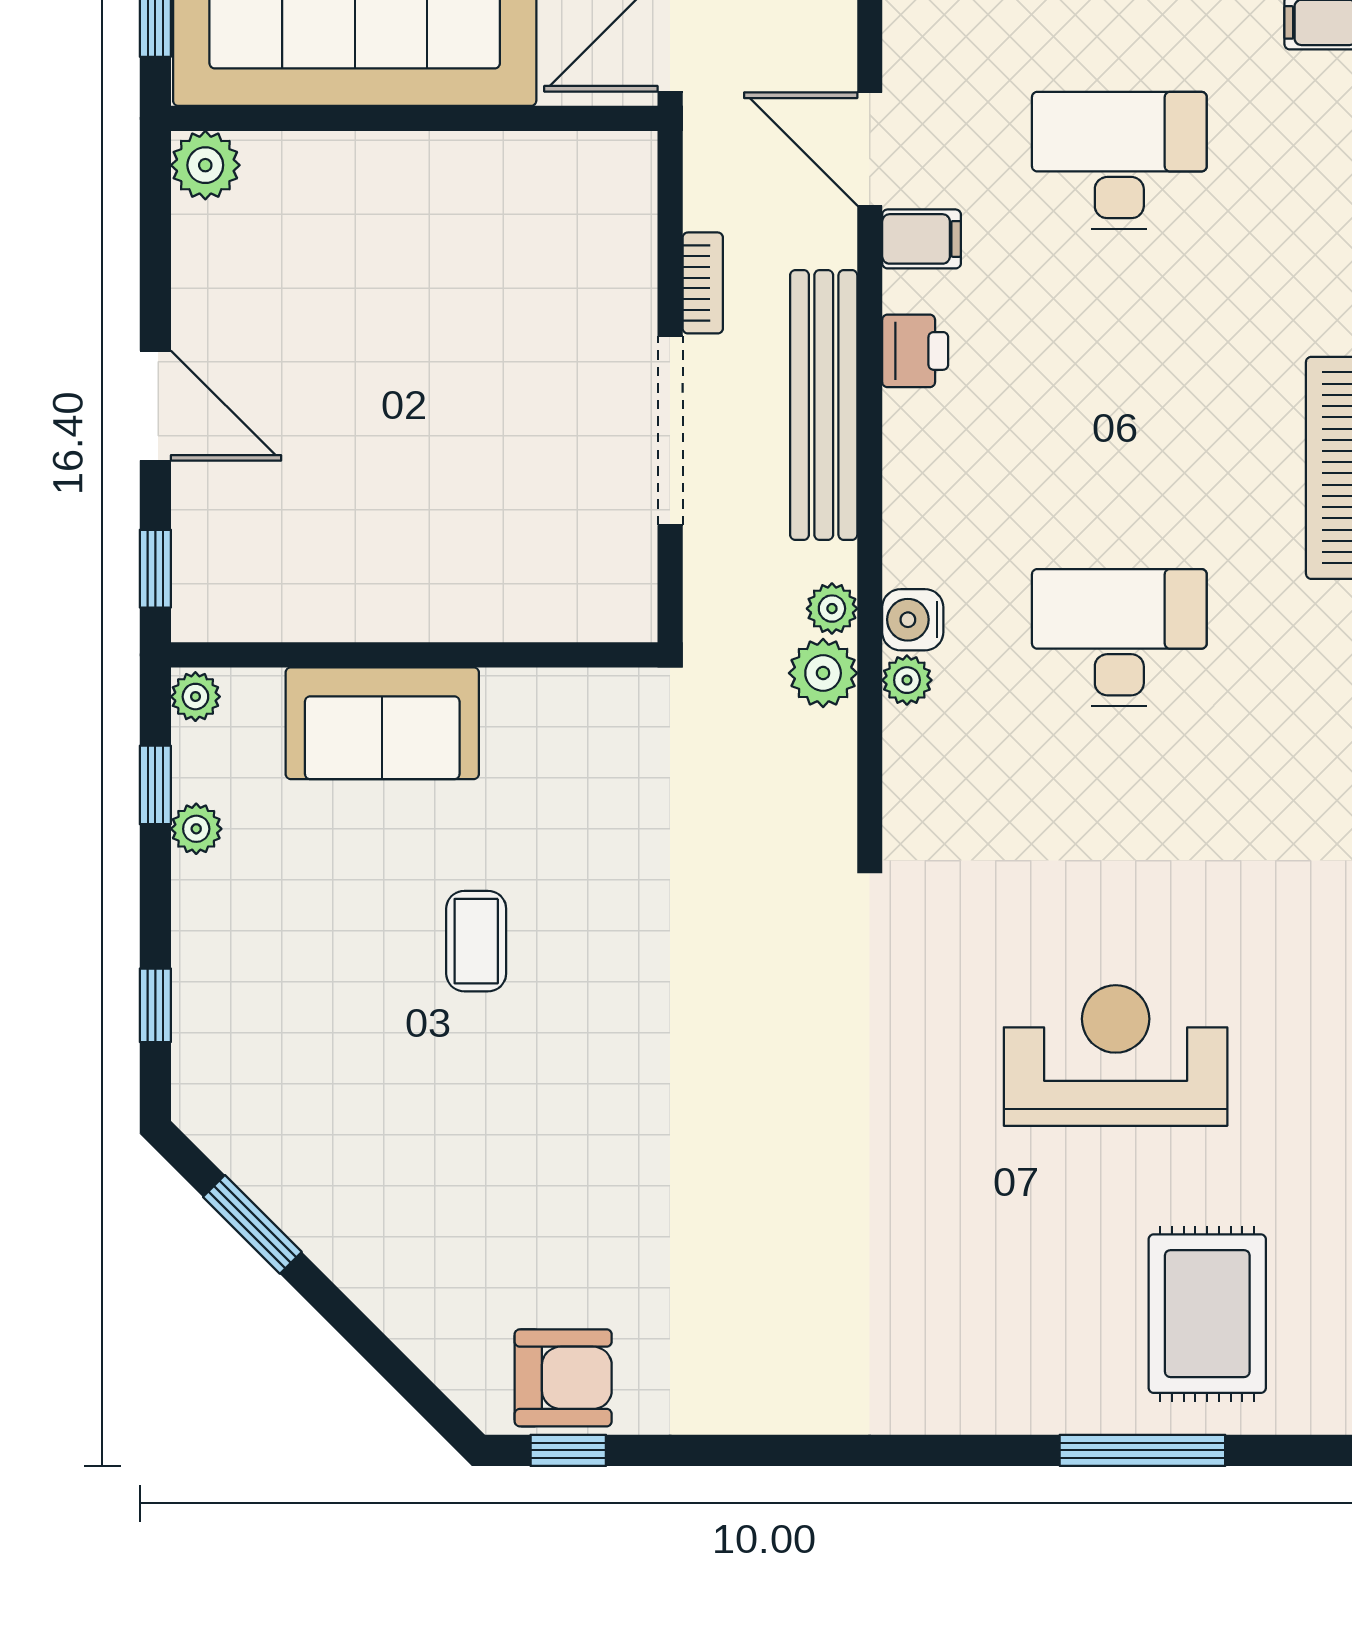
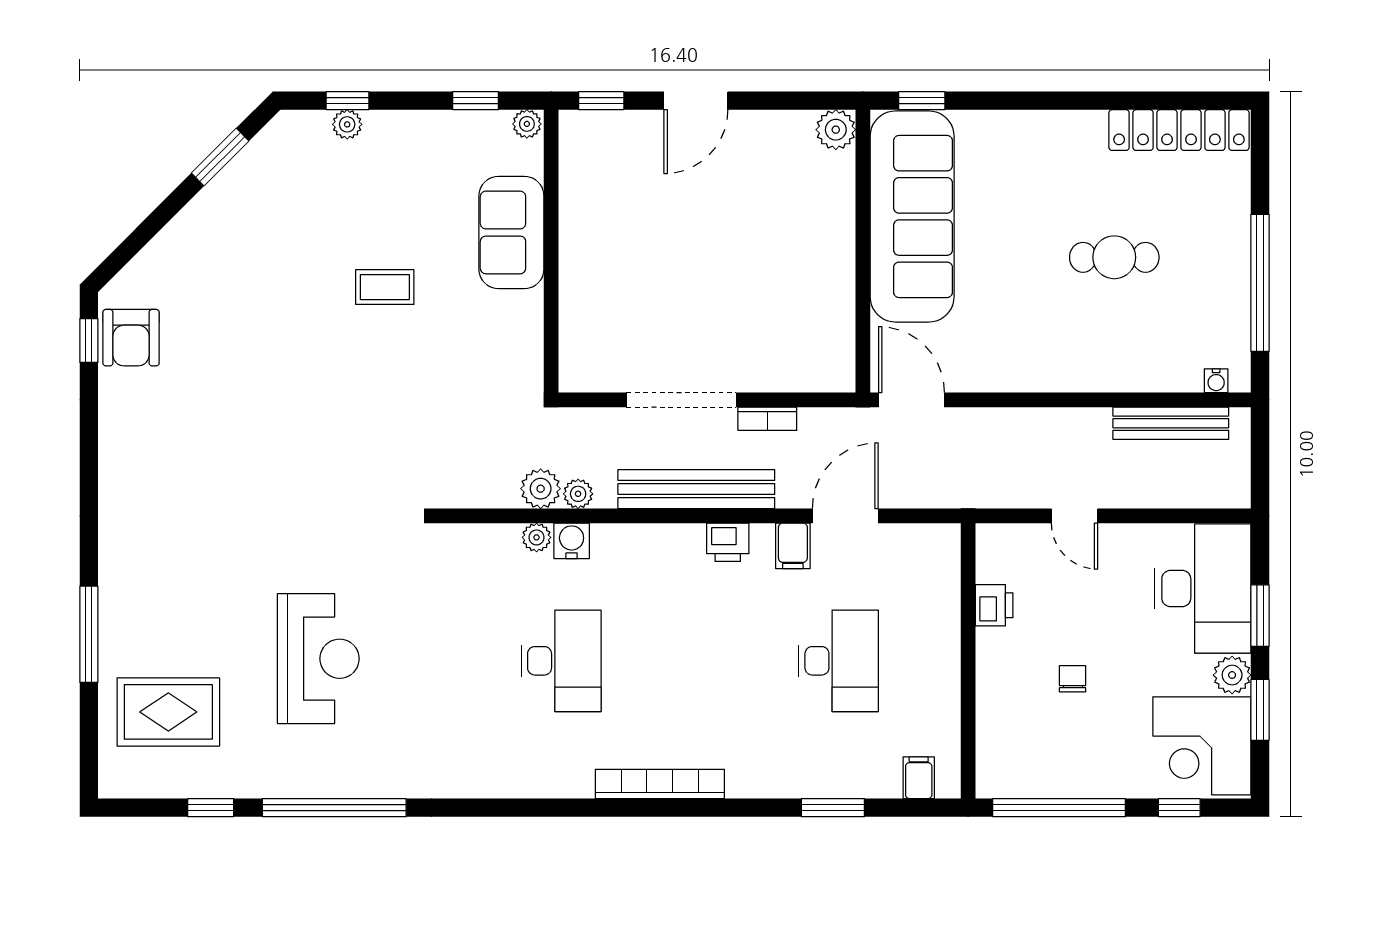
plant: (196, 829) -> (347, 124), moved
window: (1142, 1450) -> (89, 634), moved

